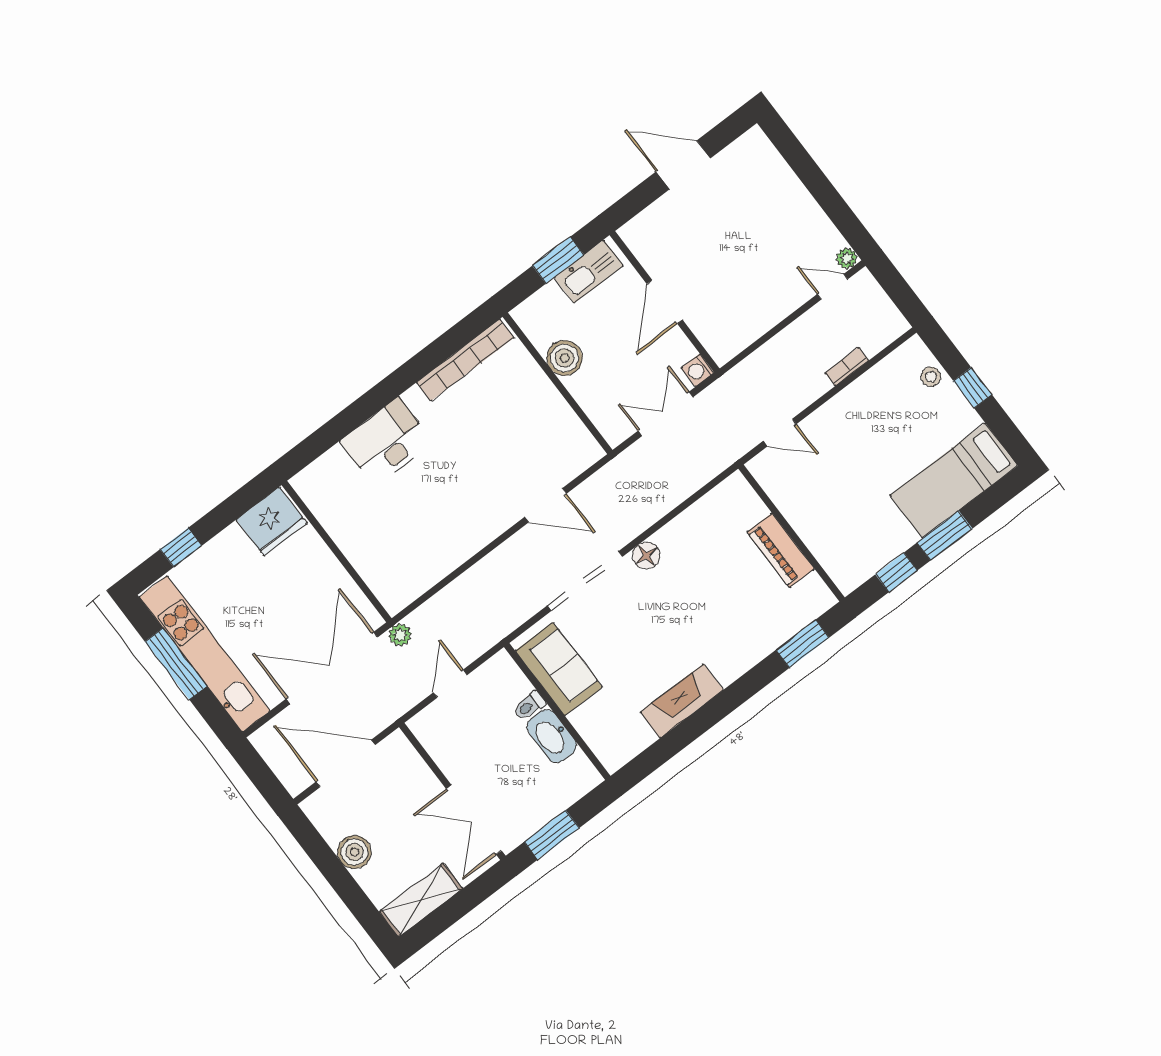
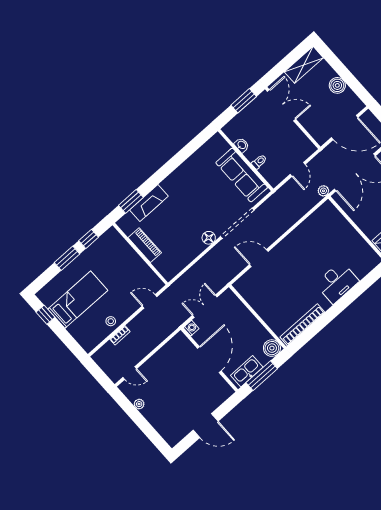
plant: (847, 258) -> (139, 404), moved
window: (558, 260) -> (262, 376), width x1.44
door: (665, 302) -> (209, 360), width x1.36
boiler: (565, 358) -> (272, 348), moved
stool: (931, 377) -> (111, 321), moved
window: (973, 388) -> (45, 315), moved
double door: (665, 414) -> (205, 306), swing flipped
bed: (954, 480) -> (78, 300), moved
sofa: (559, 669) -> (242, 175), width x1.36
fireplace: (682, 701) -> (149, 203), moved
washbasin: (552, 736) -> (242, 145), width x0.52, depth x0.69

